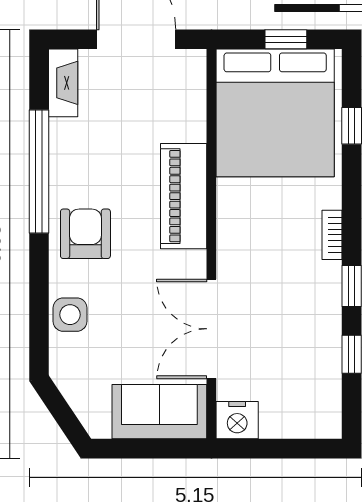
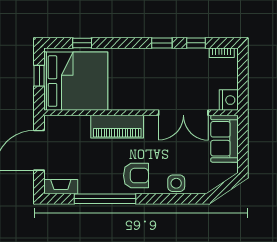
armchair: (85, 234) -> (136, 176), turned 180
bookcase: (332, 235) -> (222, 53), moved

